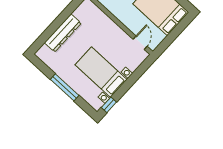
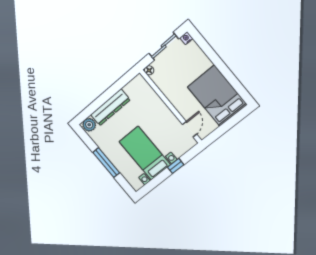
plant: (44, 53) -> (89, 125), added
window: (109, 105) -> (176, 166), moved

